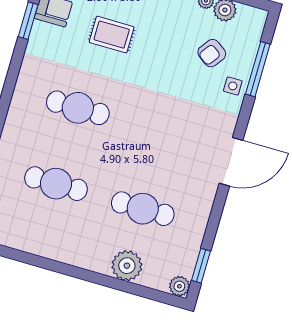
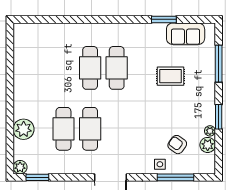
rug: (112, 35) -> (170, 76), turned 90
cafe table: (154, 171) -> (90, 129), added
cafe table: (56, 184) -> (90, 68), moved

